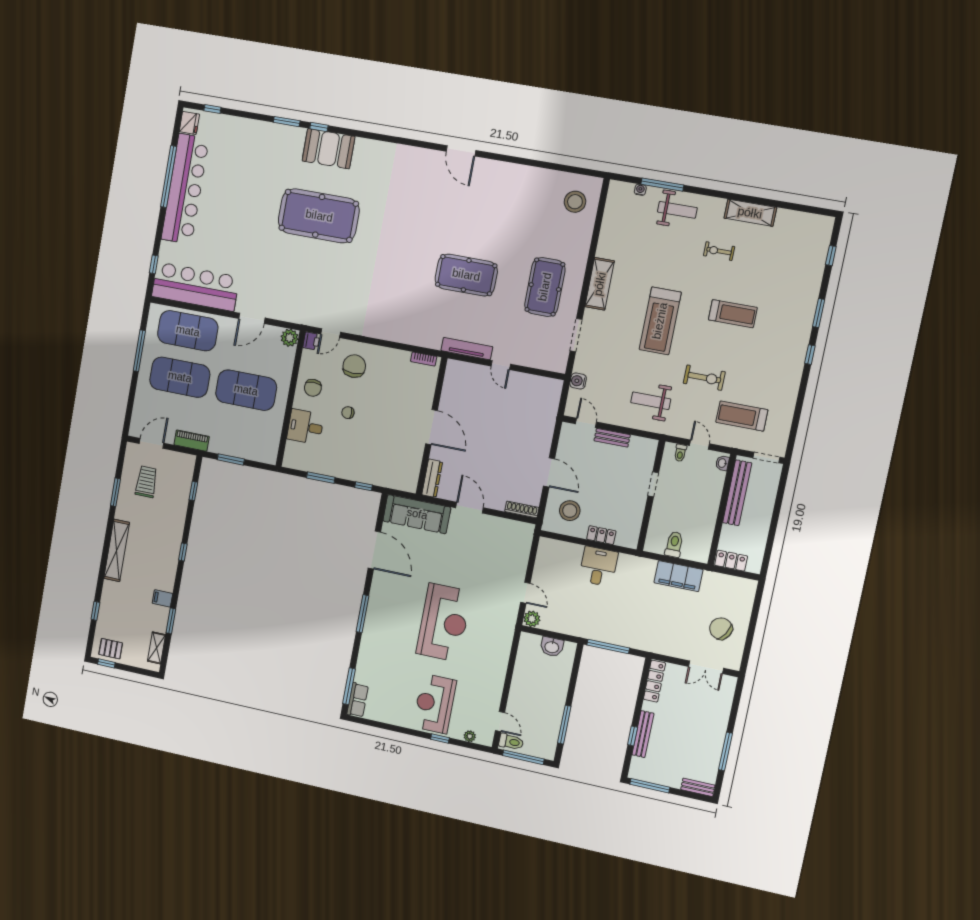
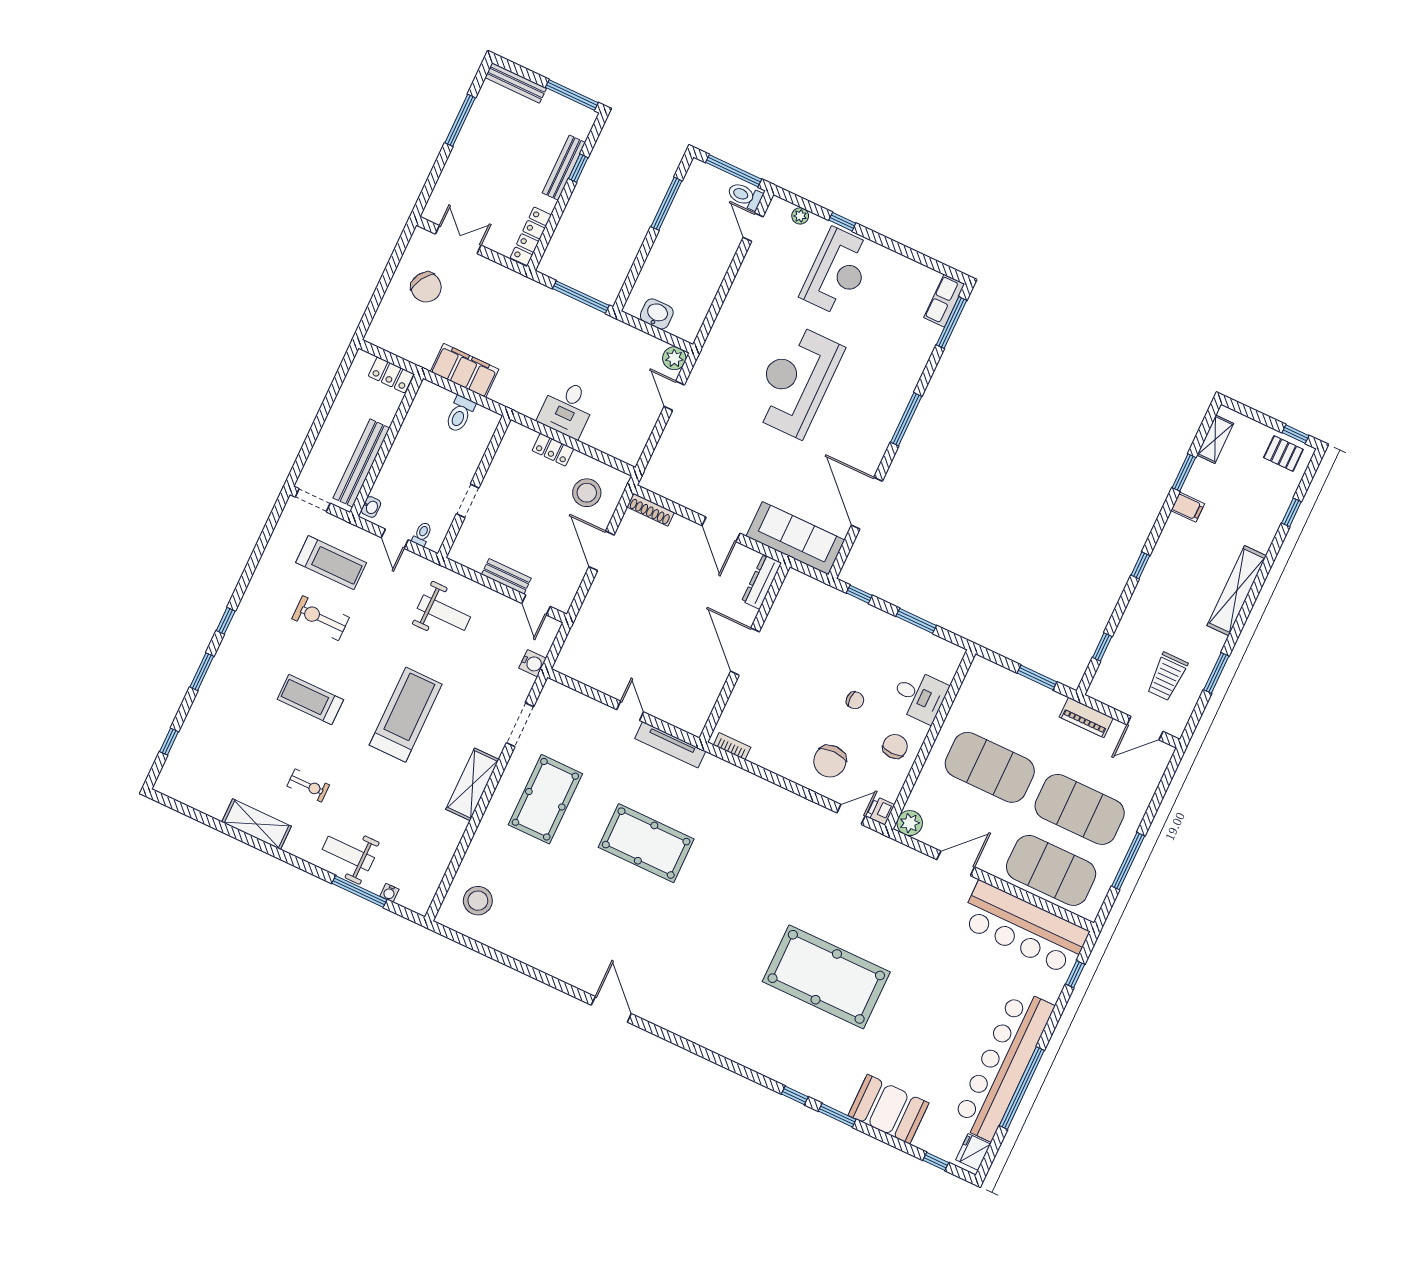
booth: (329, 149) -> (888, 1109), moved
exercise bike: (704, 378) -> (320, 618), moved
bench: (698, 787) -> (516, 83), width x1.36

